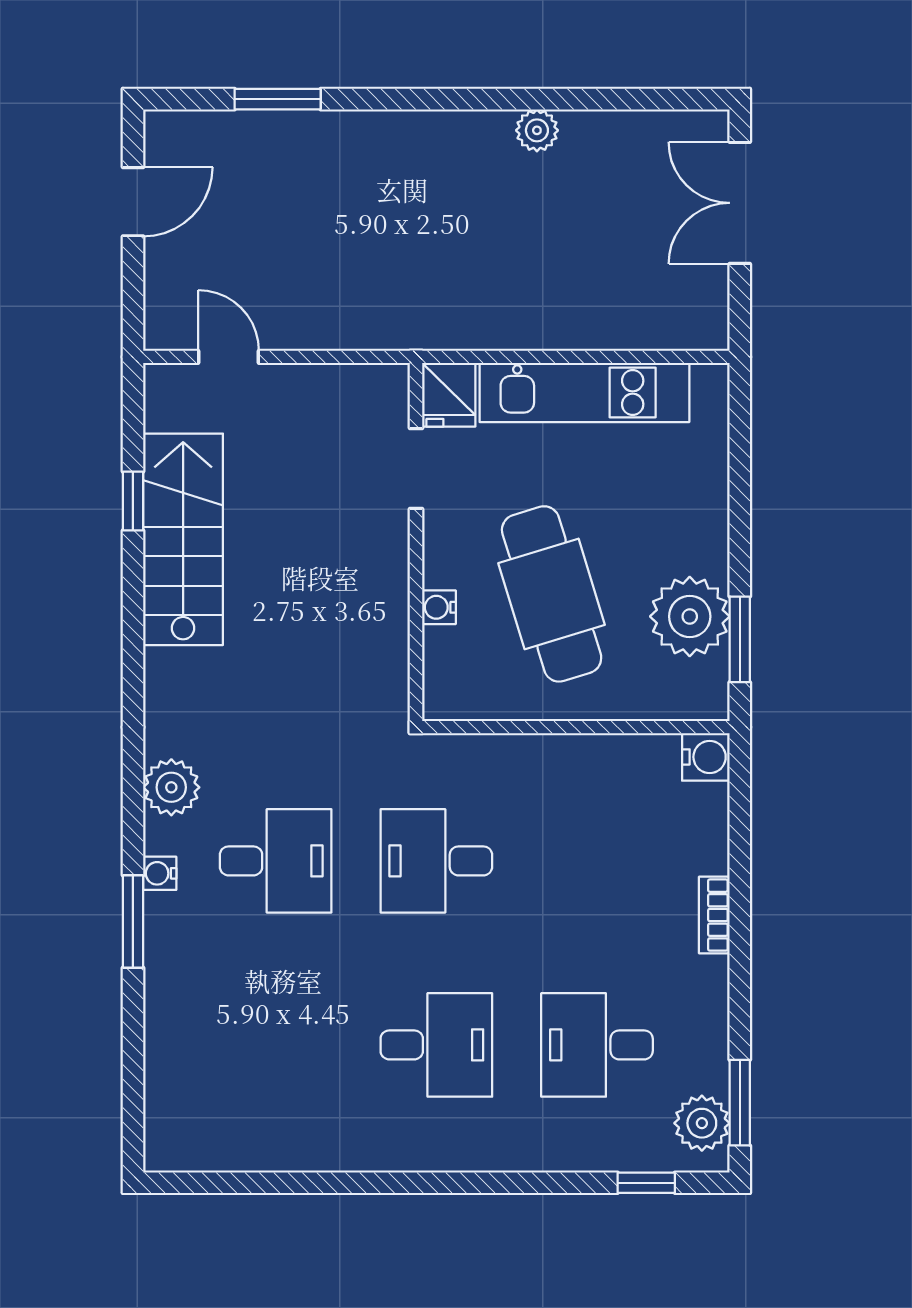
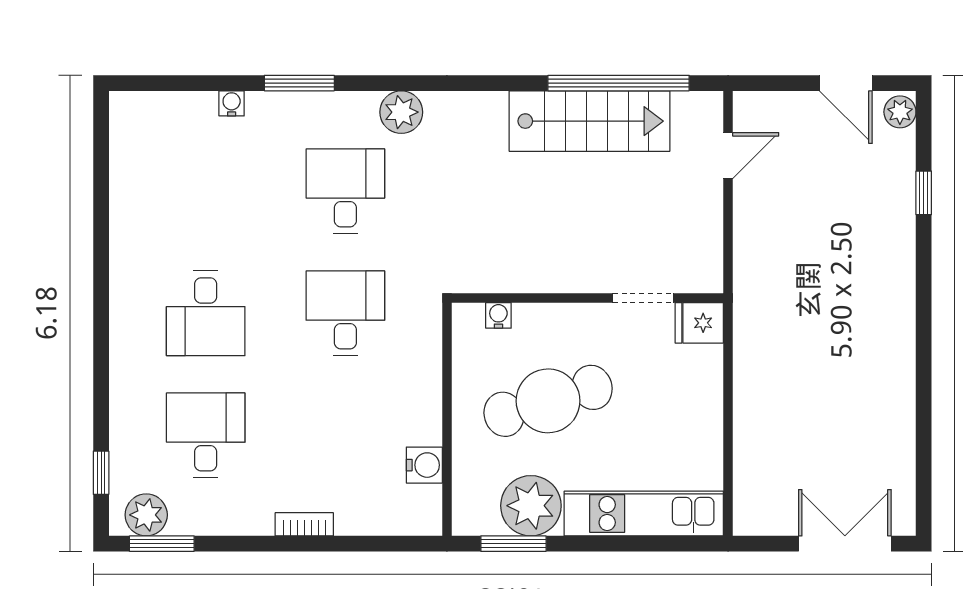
window: (278, 99) -> (924, 193), width x0.67
plant: (537, 130) -> (900, 112), moved
kitchen unit: (584, 392) -> (644, 514), moved, turned 90
window: (133, 501) -> (619, 83), width x3.17
water cooler: (439, 607) -> (498, 315), moved
water cooler: (706, 757) -> (424, 465), moved, turned -90
desk: (276, 861) -> (345, 191), turned 180
water cooler: (160, 873) -> (232, 103), moved

